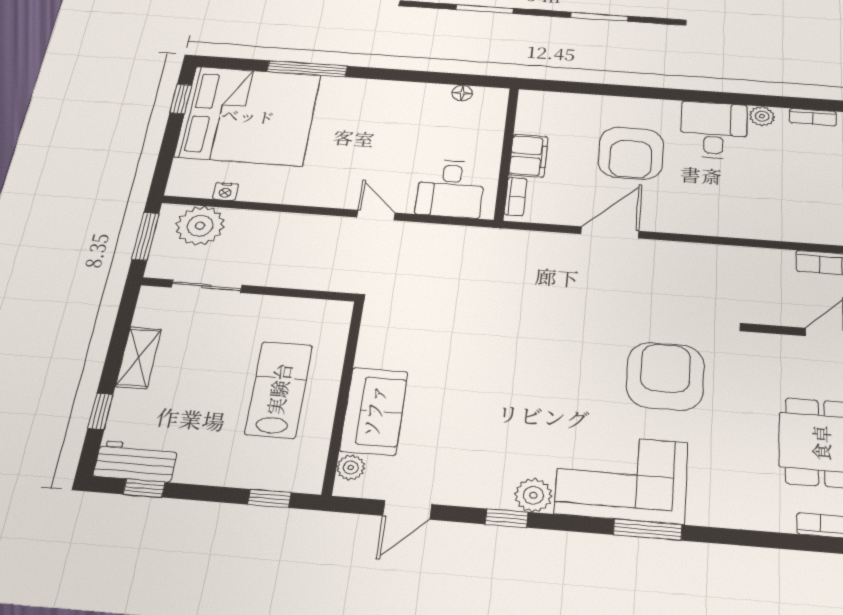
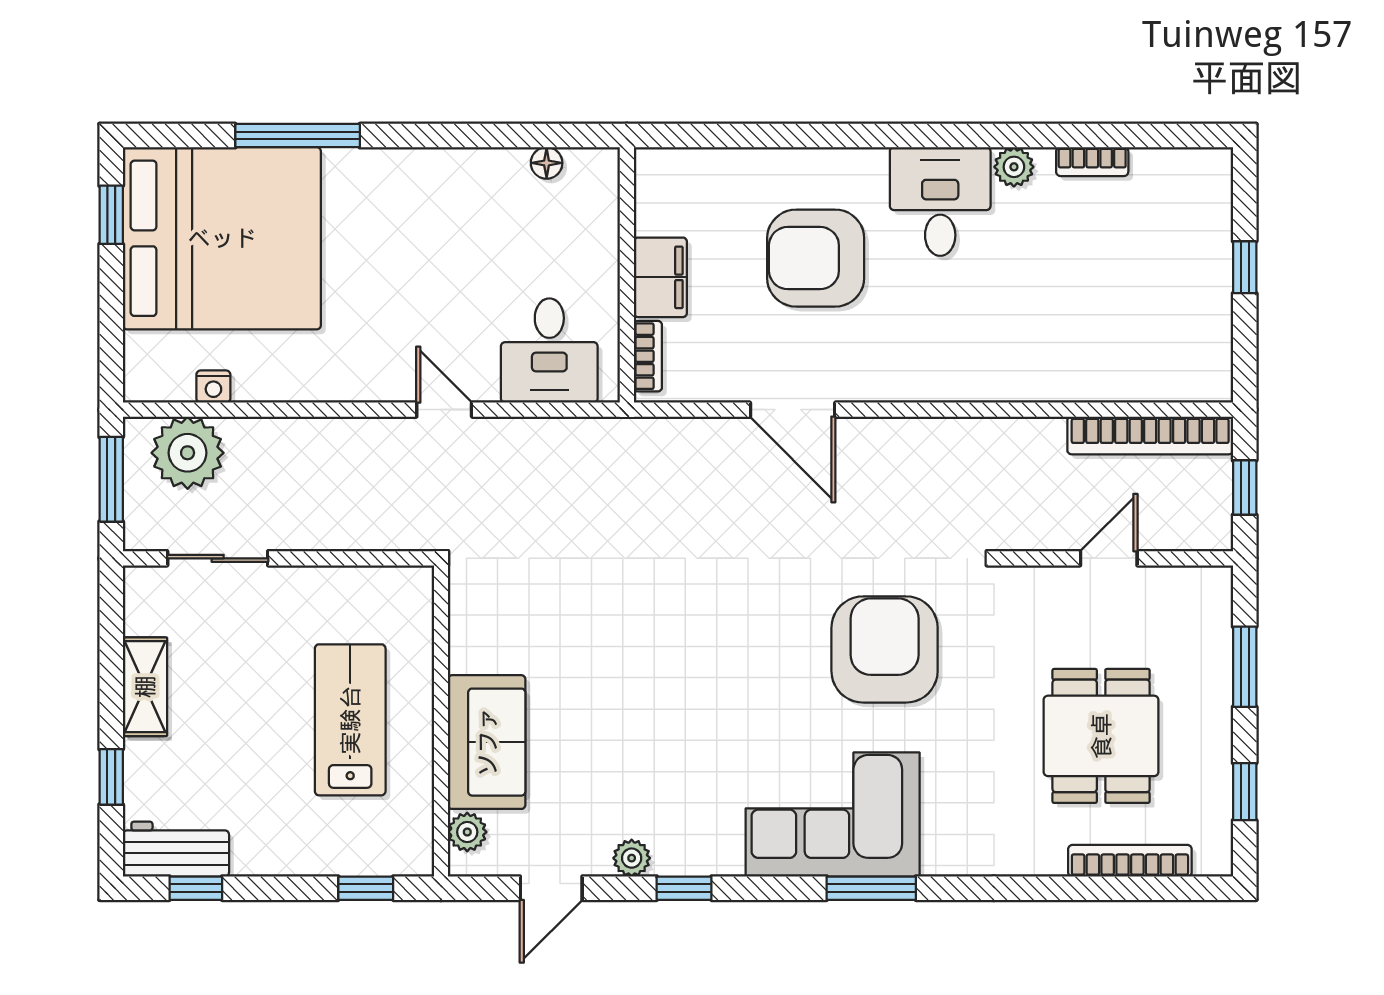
armchair: (631, 153) -> (816, 258), turned 90
door: (610, 232) -> (793, 410), swing flipped
plant: (533, 495) -> (632, 858), moved, width x0.73, depth x0.73

